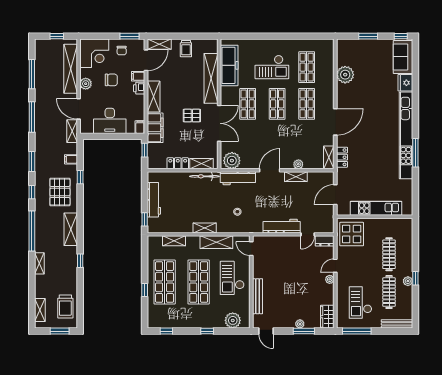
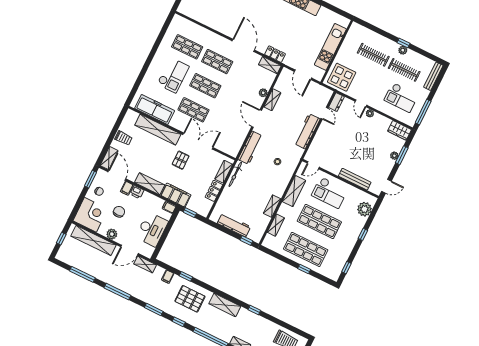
plant: (345, 75) -> (209, 18), removed
plant: (232, 161) -> (233, 146), removed
shelving: (205, 228) -> (272, 206), moved

